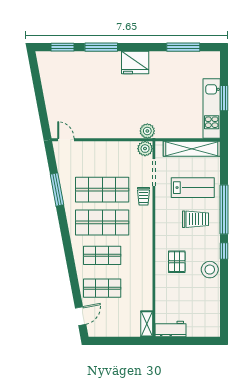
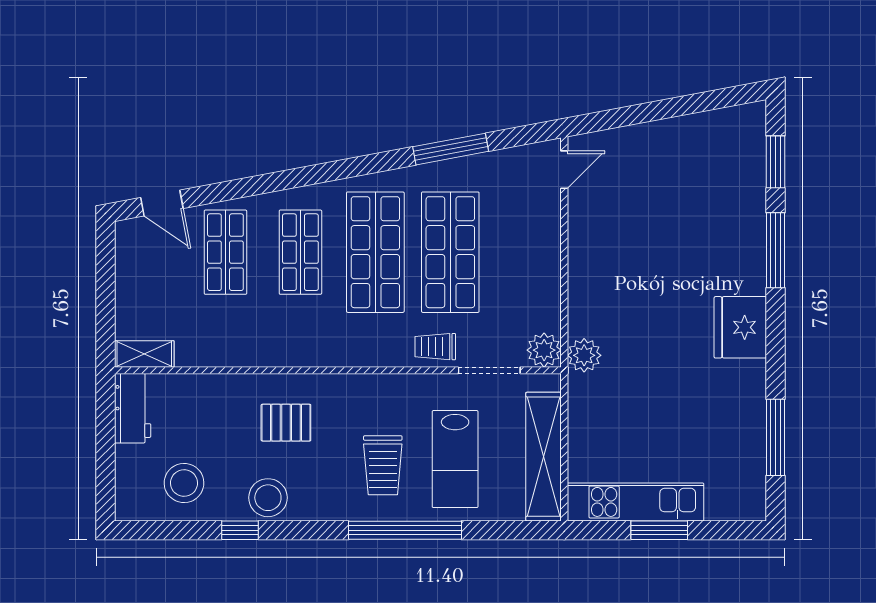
window: (224, 251) -> (240, 530), moved
stool: (203, 306) -> (184, 483), added

